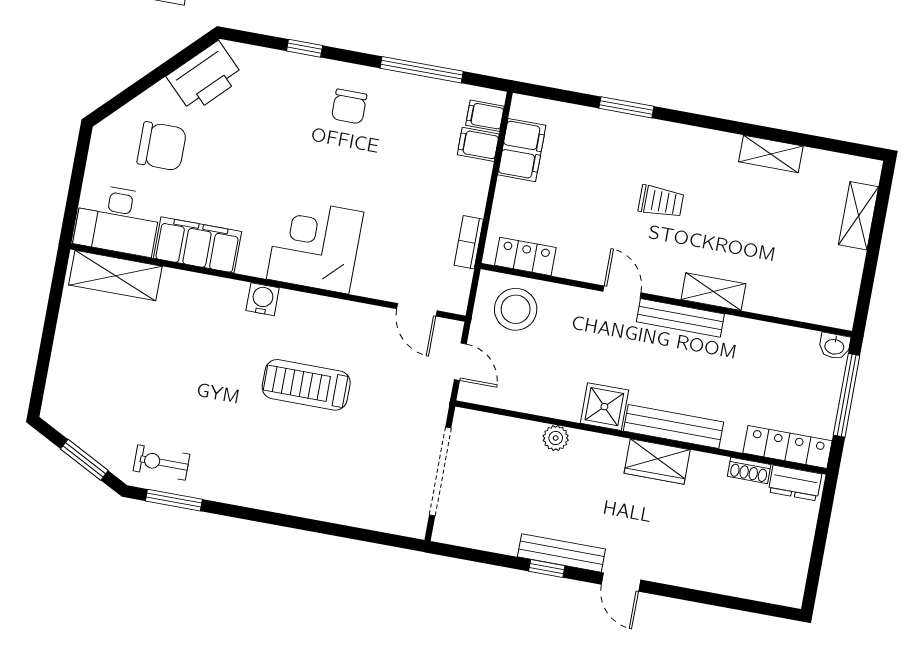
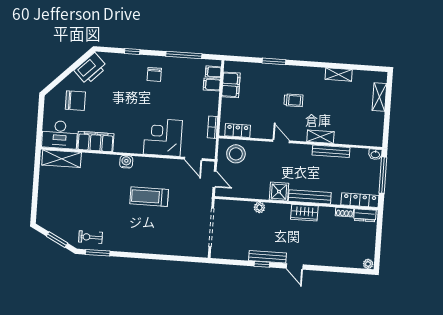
corner desk: (315, 245) -> (163, 137), moved
bench: (680, 318) -> (331, 151), moved
plant: (790, 595) -> (368, 264), added

